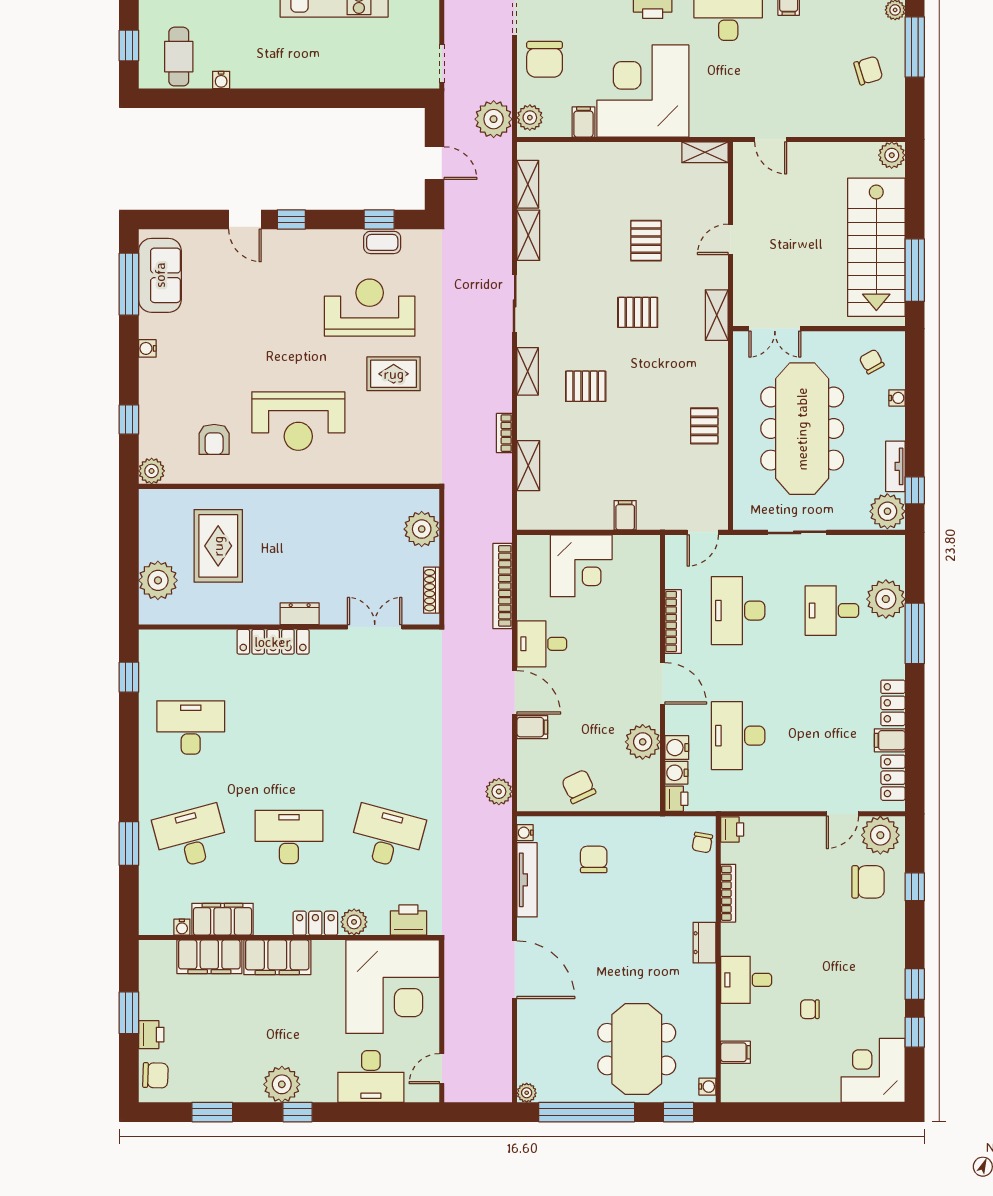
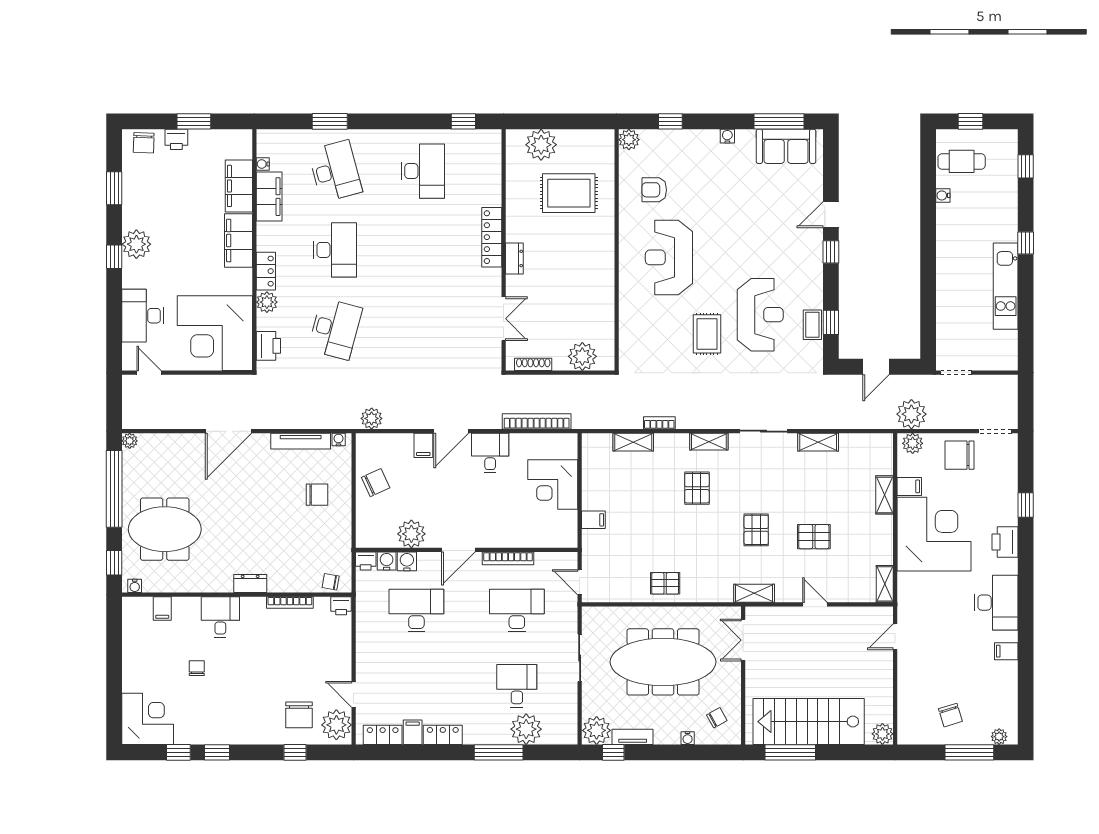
shelving: (528, 184) -> (884, 495), moved, turned 90

